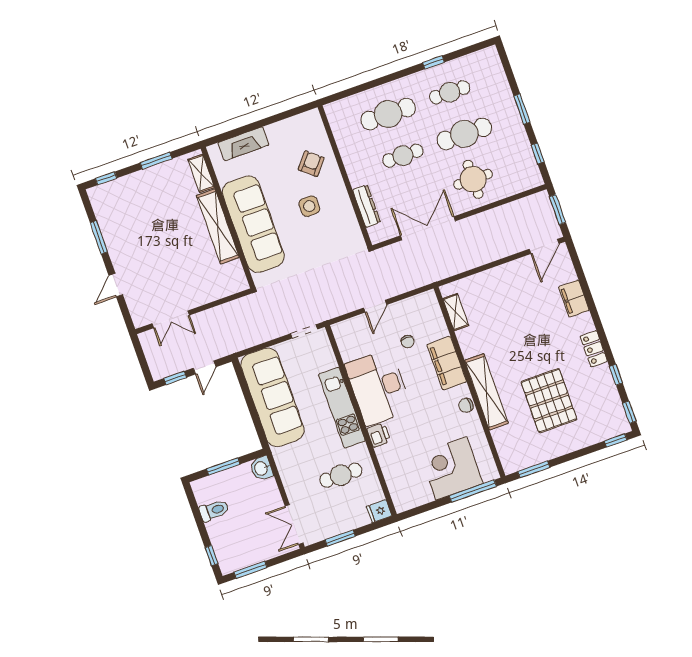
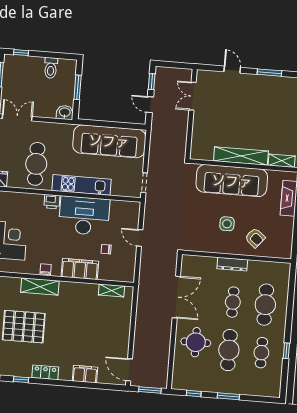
dresser: (367, 206) -> (232, 264), moved
shelving: (486, 392) -> (40, 286), width x0.68
cafe table: (341, 475) -> (36, 164), width x1.37, depth x1.35

